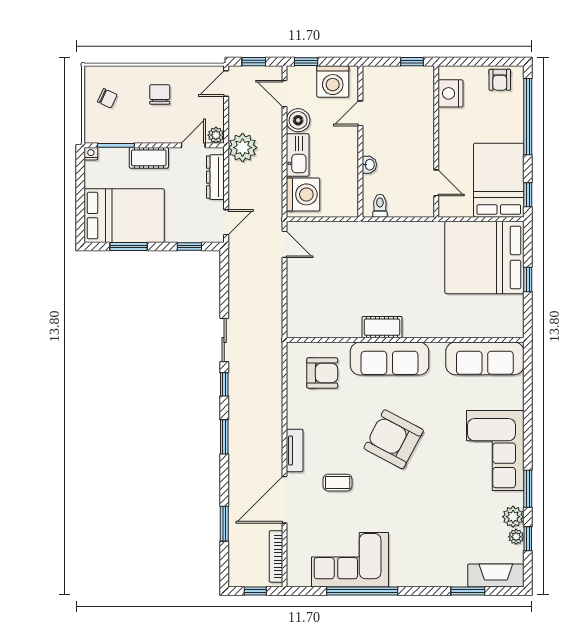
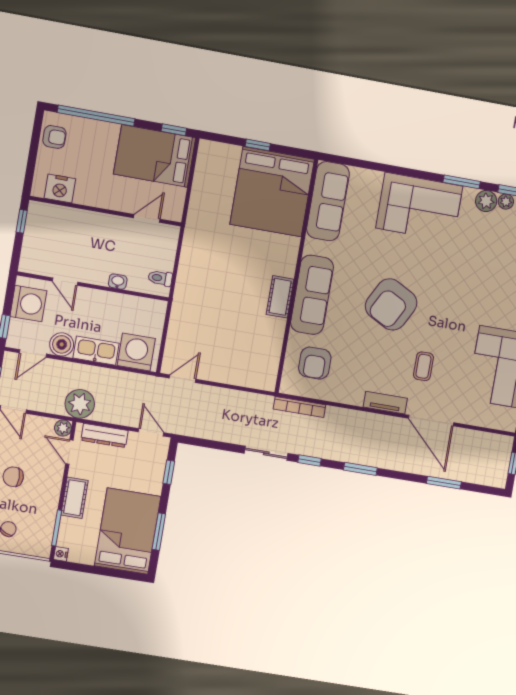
bed: (484, 257) -> (272, 192), moved
armchair: (322, 373) -> (315, 363), turned 180
bookcase: (276, 557) -> (299, 407), moved

